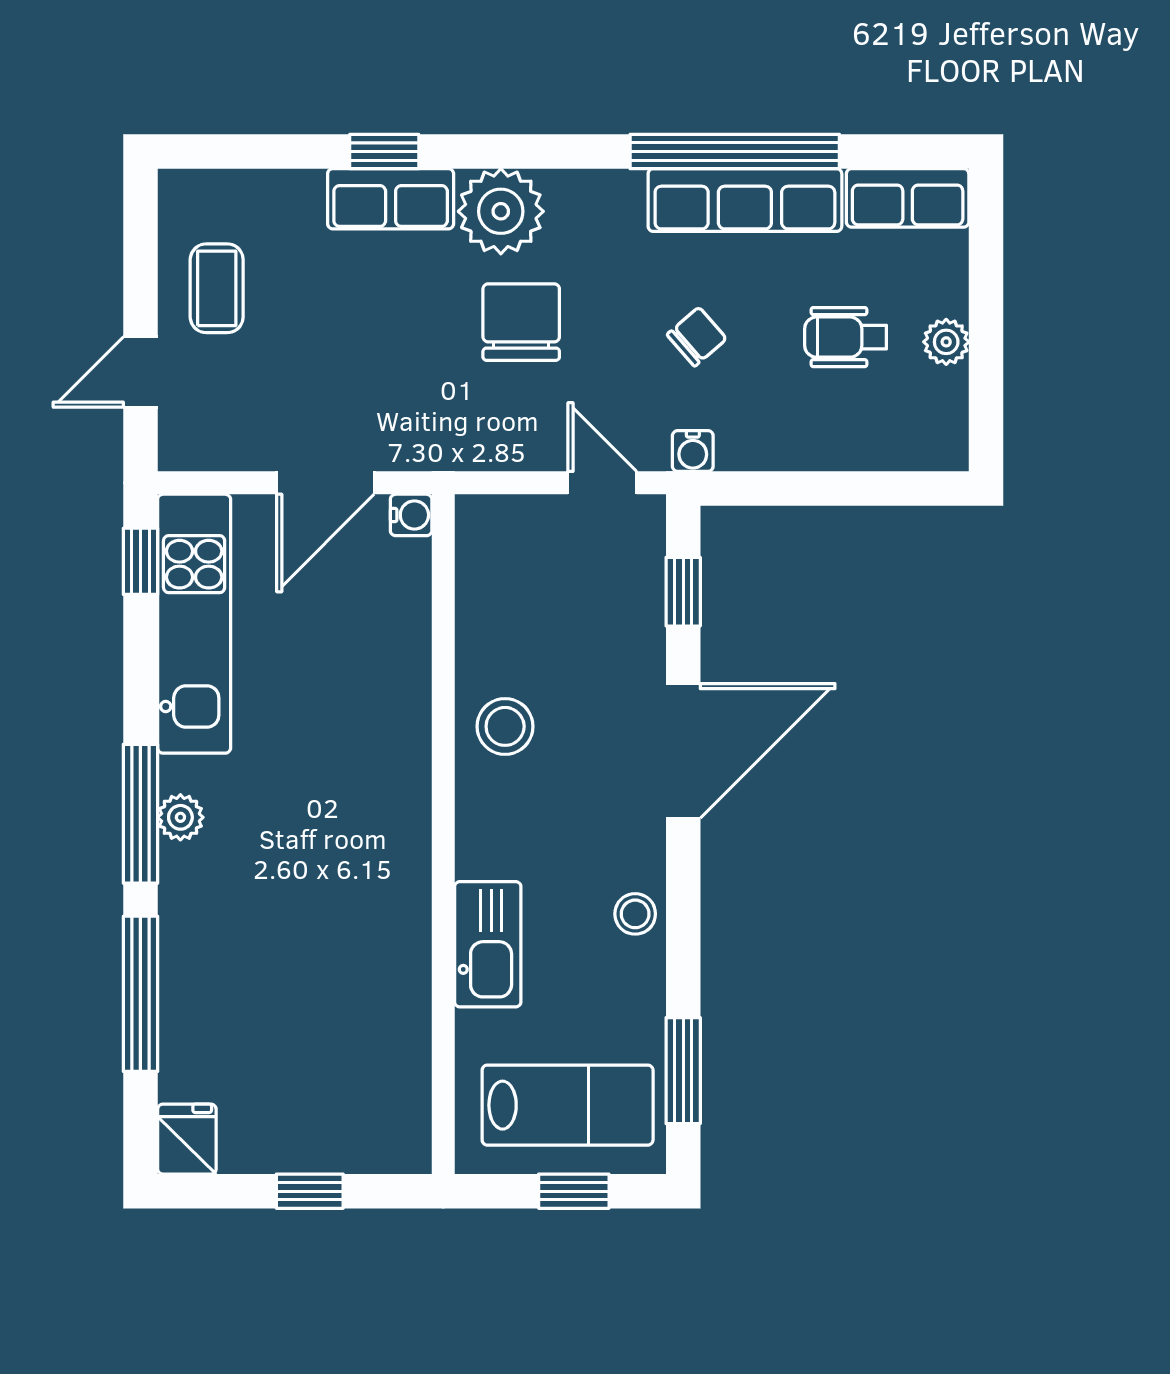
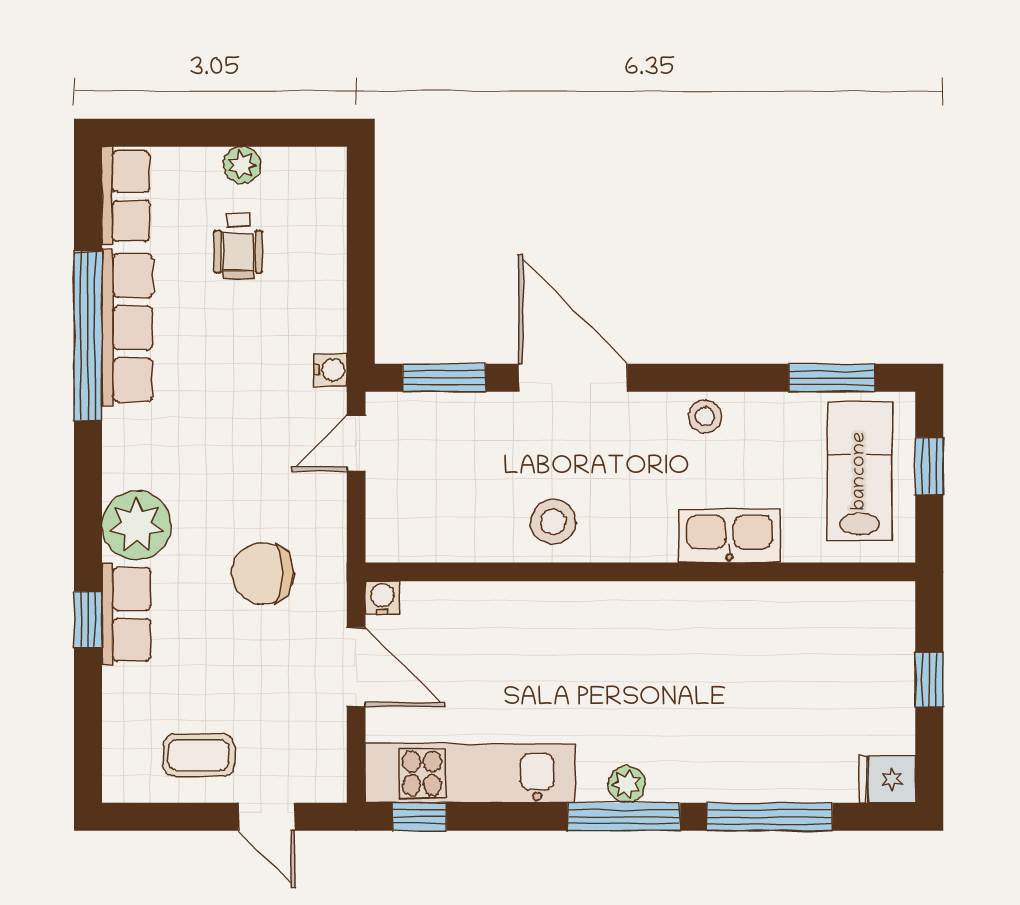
chair: (521, 322) -> (263, 574), moved
chair: (697, 337) -> (238, 367), removed
window: (683, 592) -> (444, 378), width x1.50

